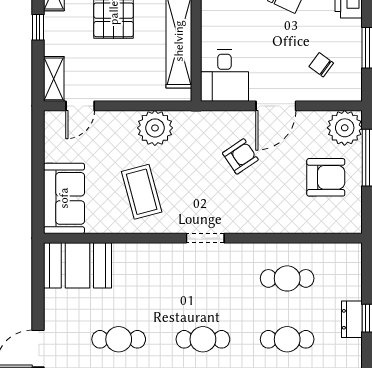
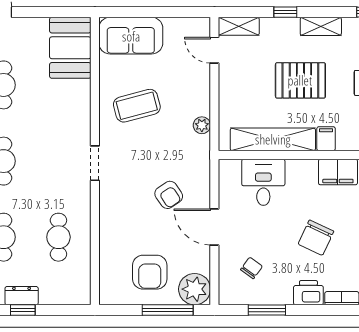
desk: (224, 76) -> (263, 182), moved, turned 90
plant: (155, 128) -> (202, 125), width x0.53, depth x0.53

